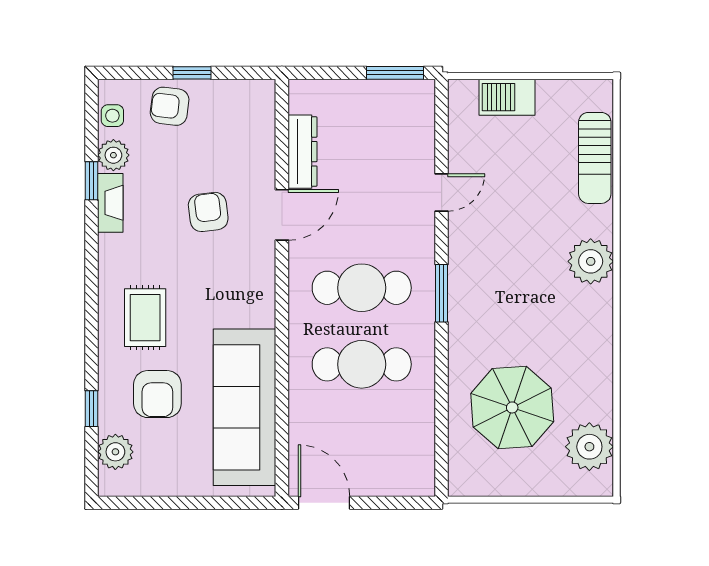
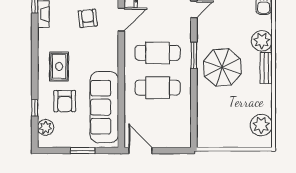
bench: (600, 321) -> (266, 68), added
parasol: (512, 407) -> (222, 67), moved
window: (197, 503) -> (83, 151), added

